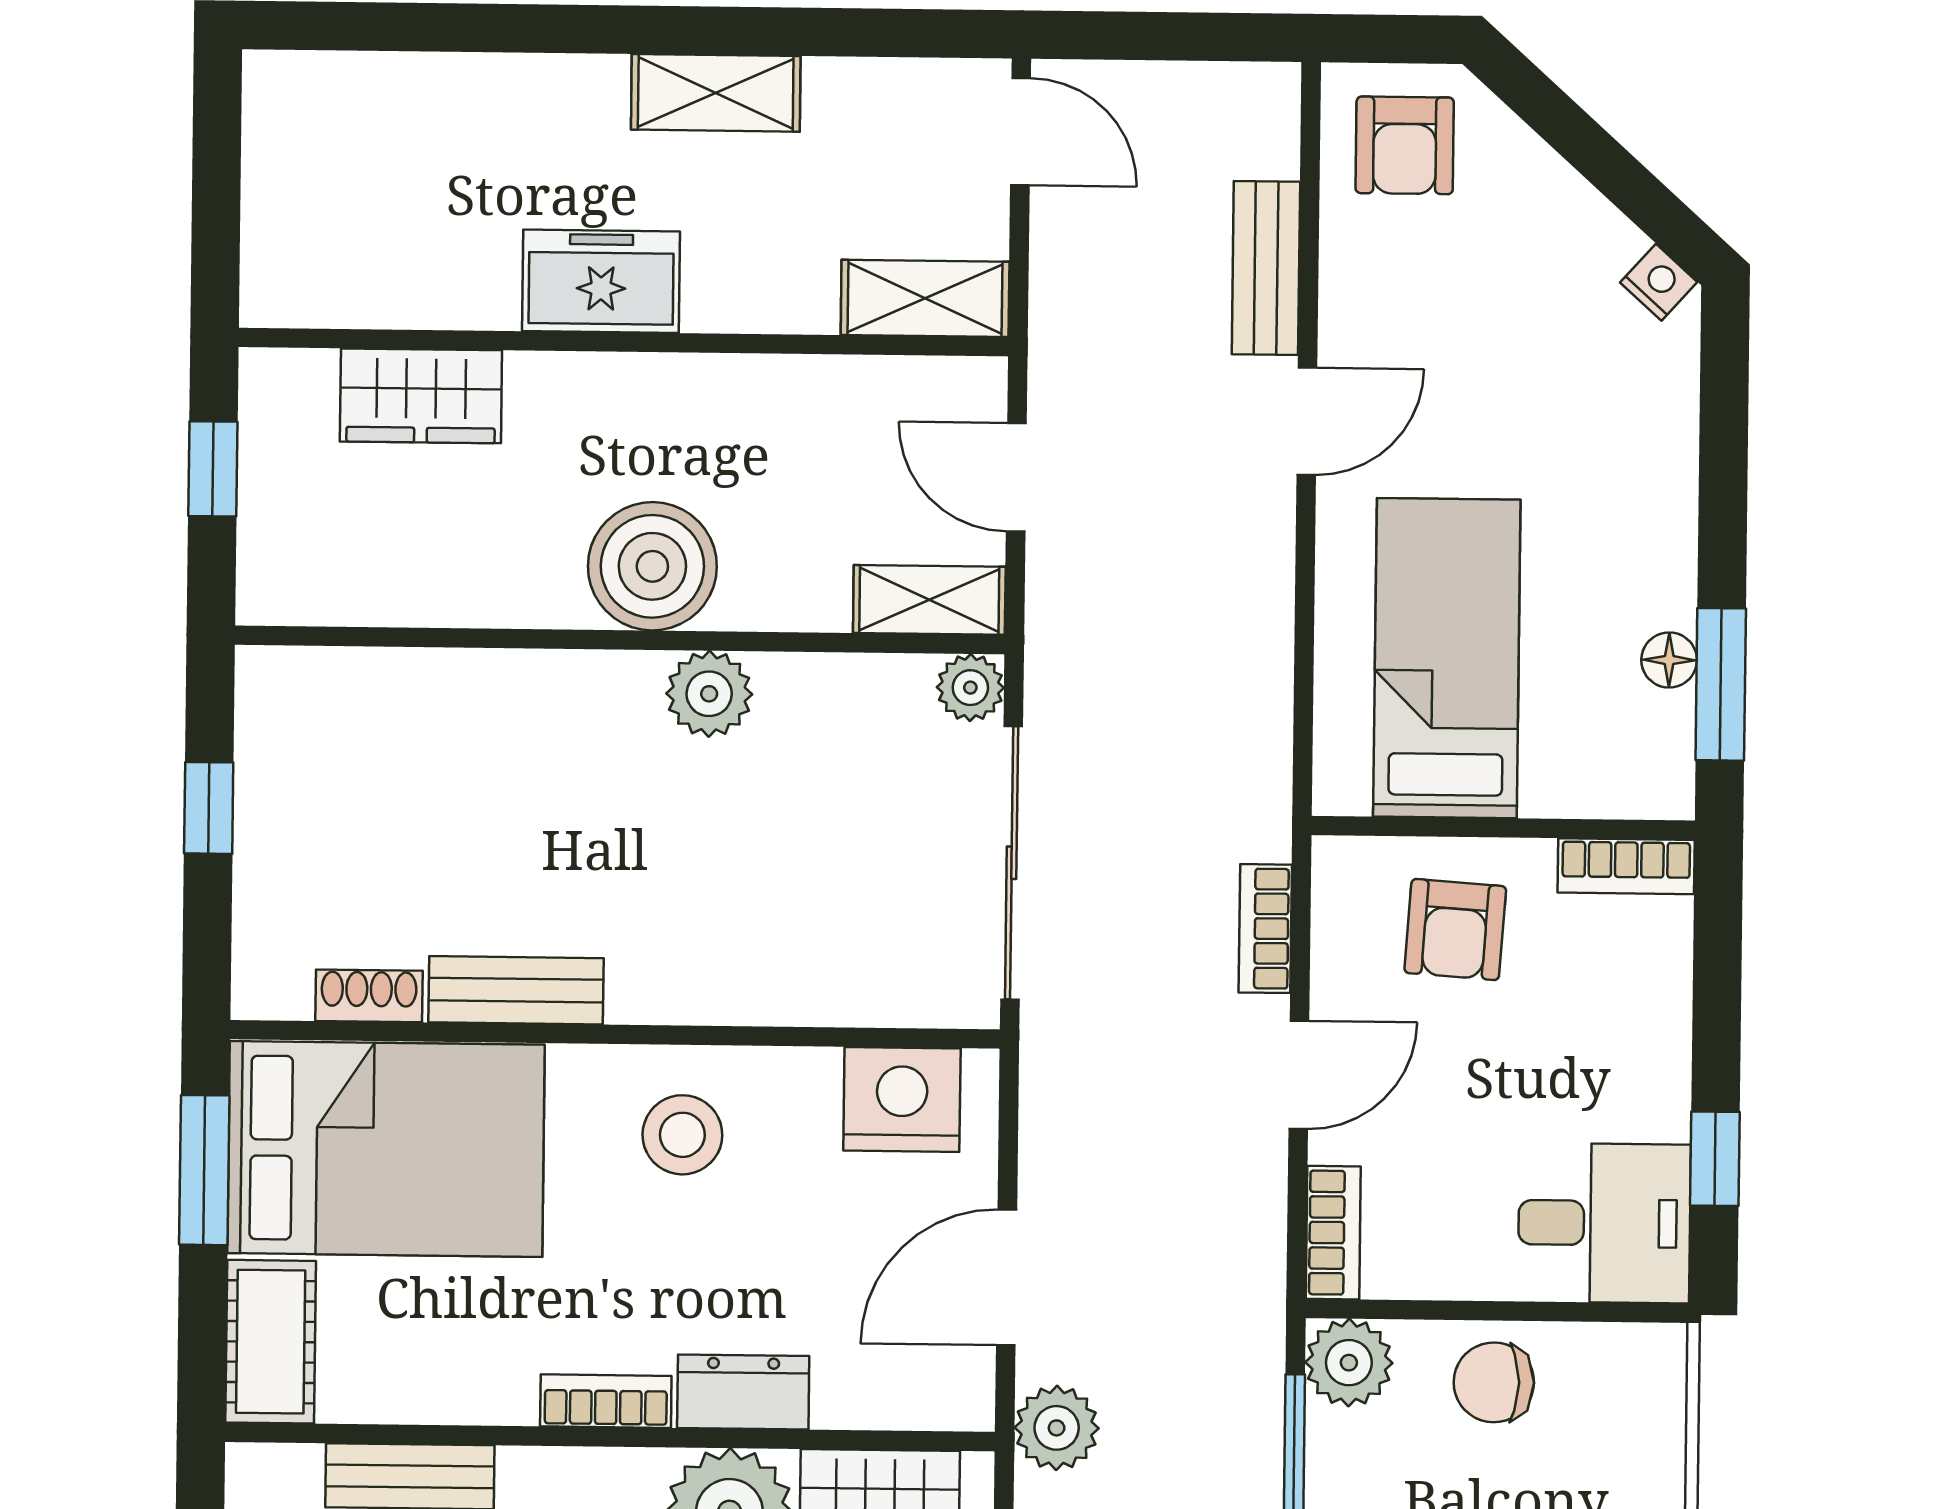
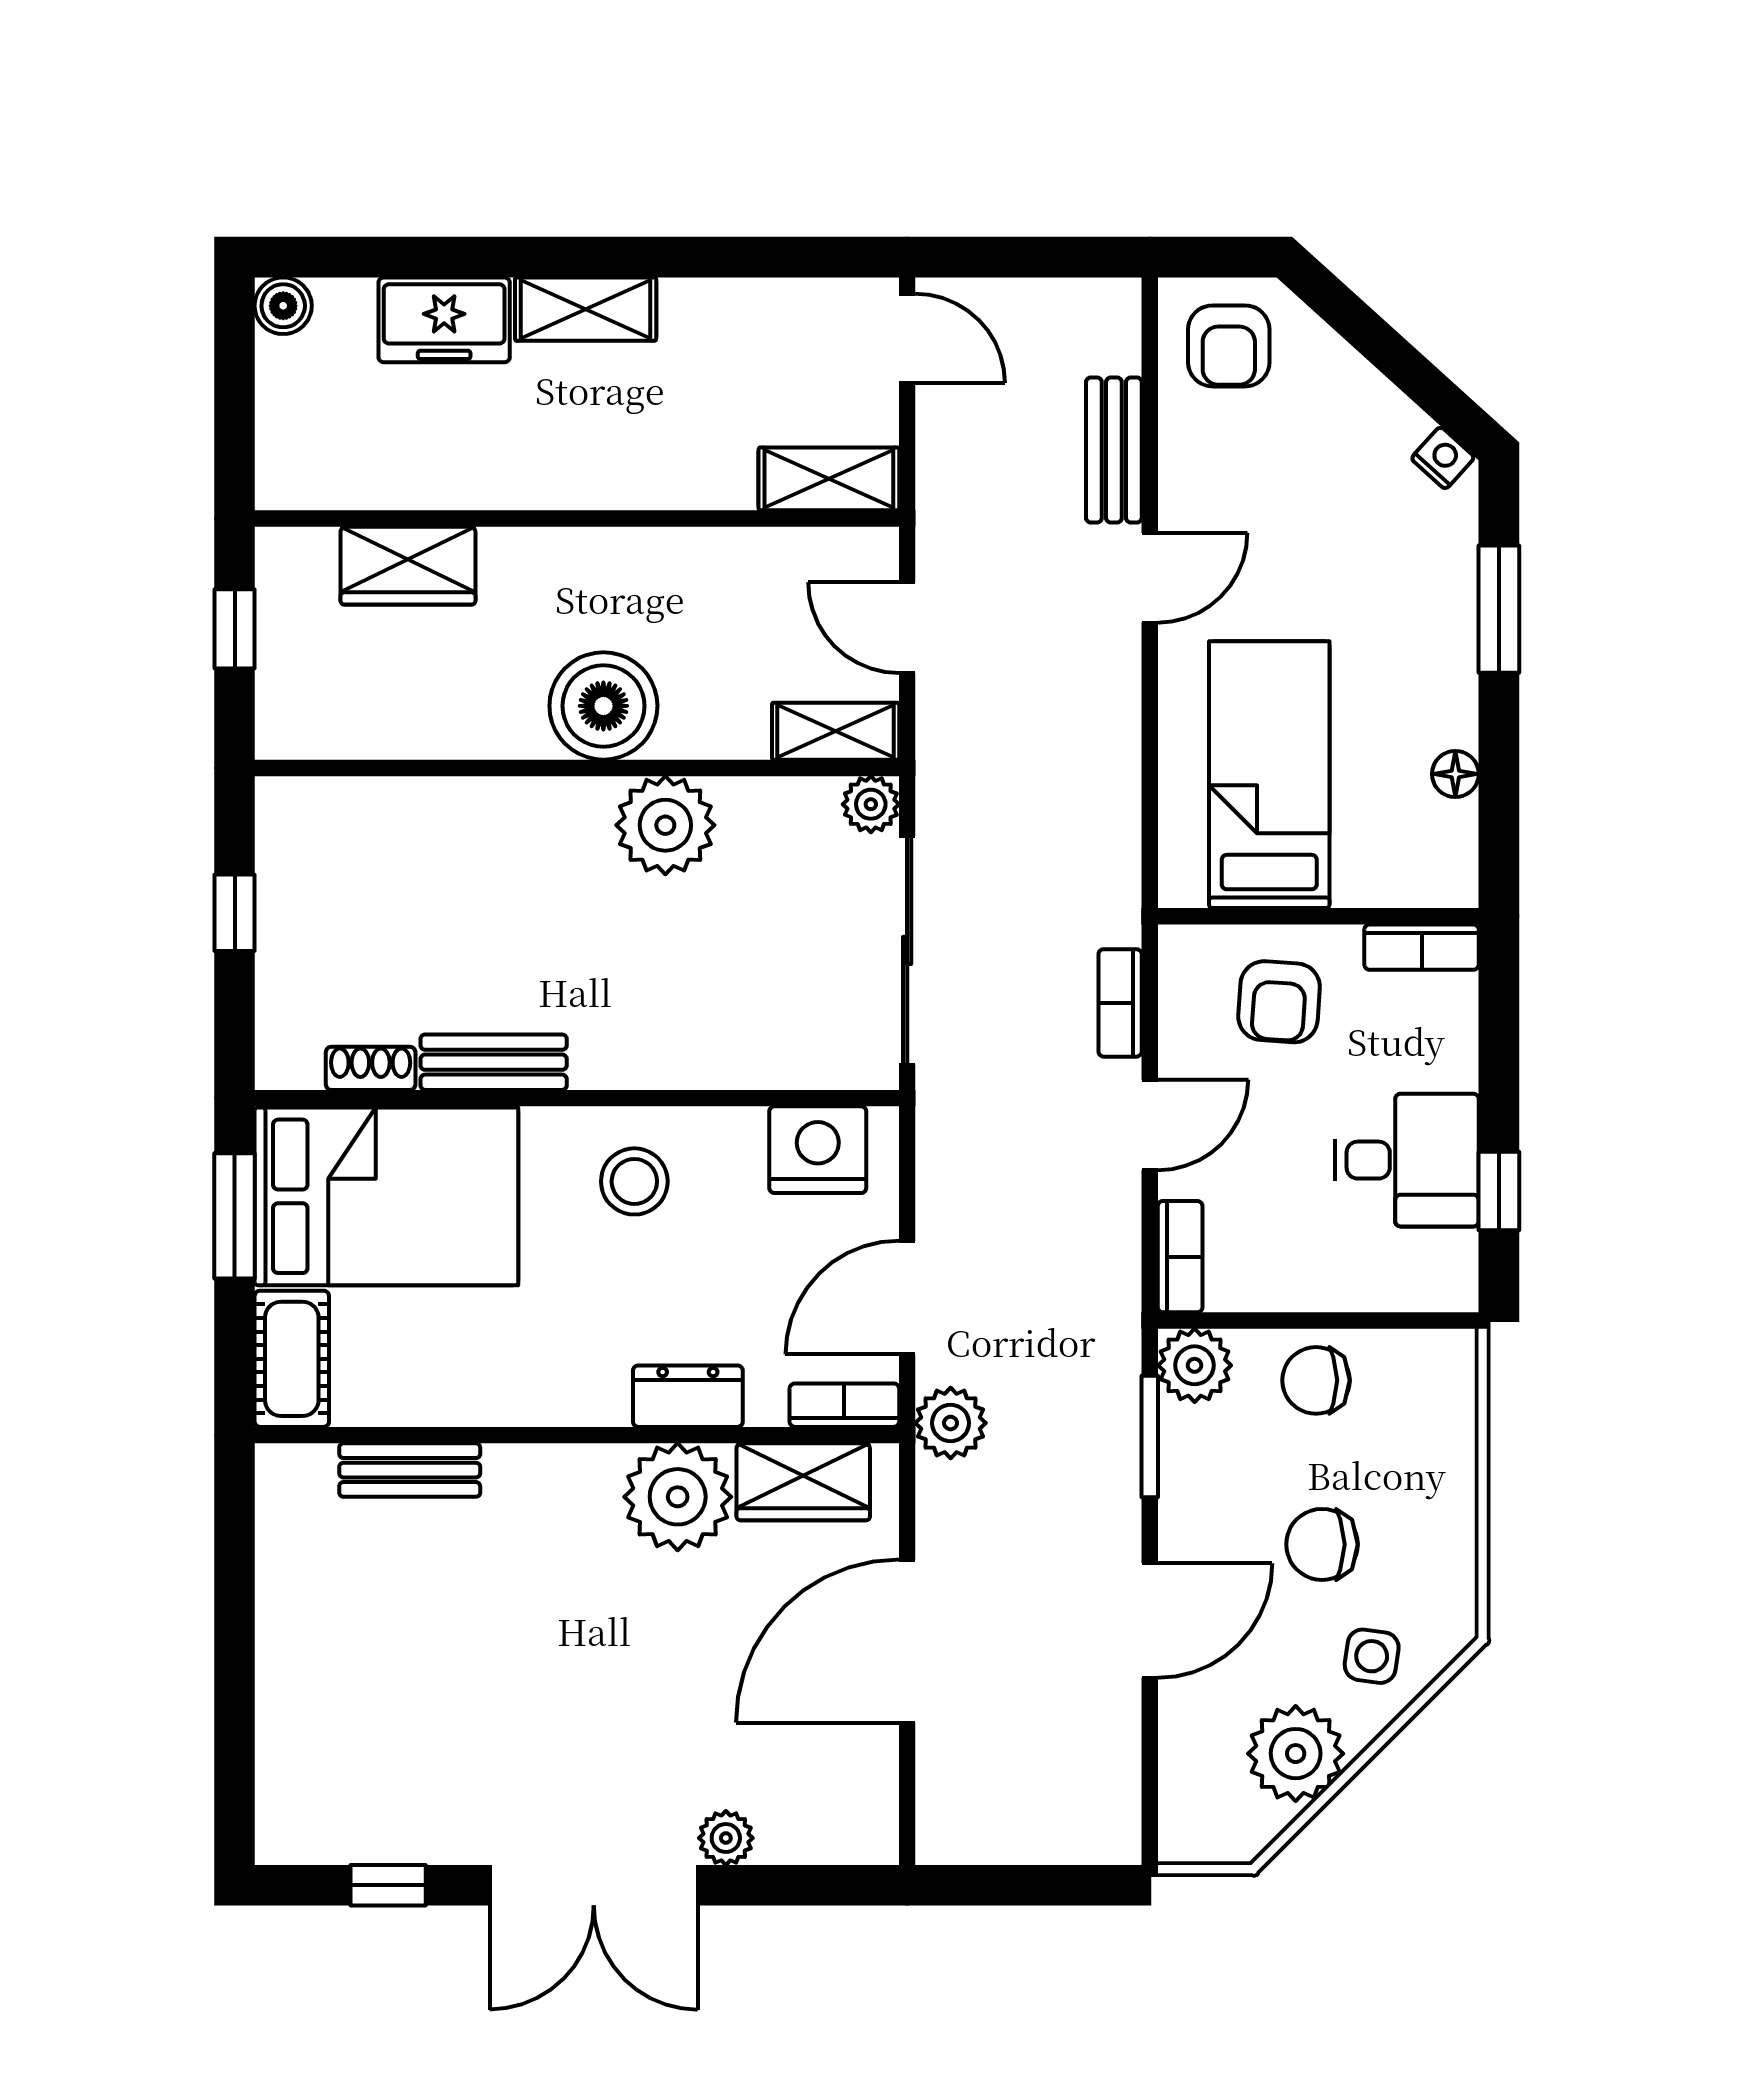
boiler: (276, 84) -> (283, 306), added
shelving: (716, 93) -> (586, 309), moved
freezer: (601, 281) -> (444, 320), moved, turned 180
window: (1721, 684) -> (1499, 609), moved
plant: (709, 694) -> (665, 825), width x1.36, depth x1.36
desk: (1604, 1223) -> (1407, 1160), moved
bookcase: (606, 1401) -> (844, 1405), moved

